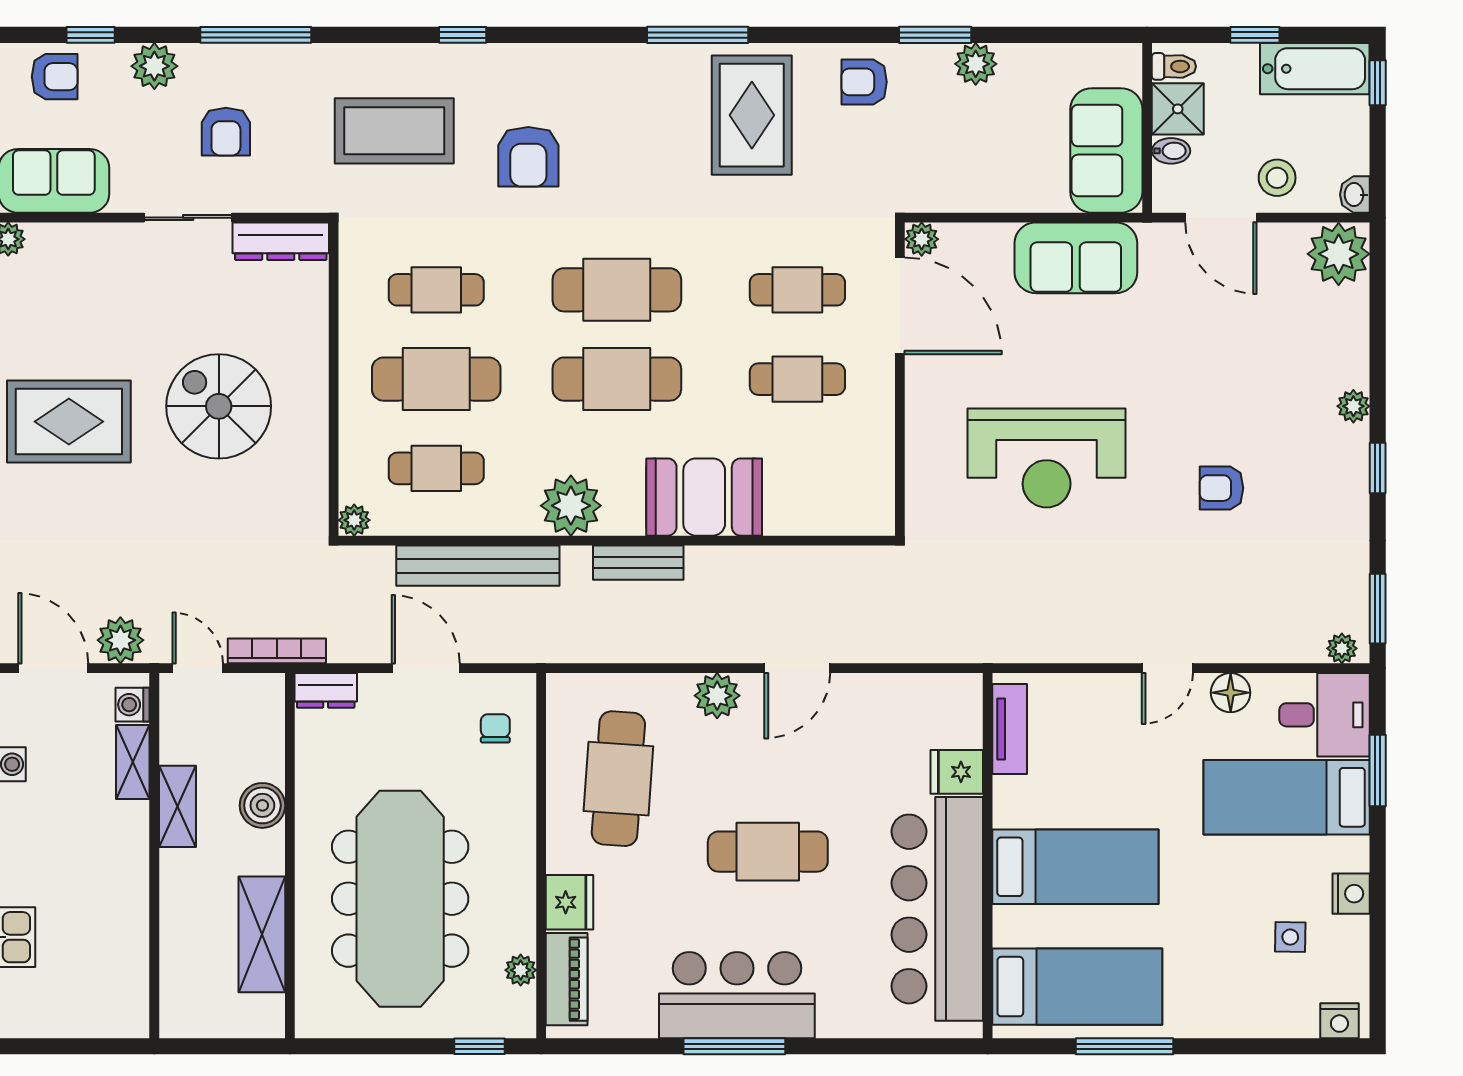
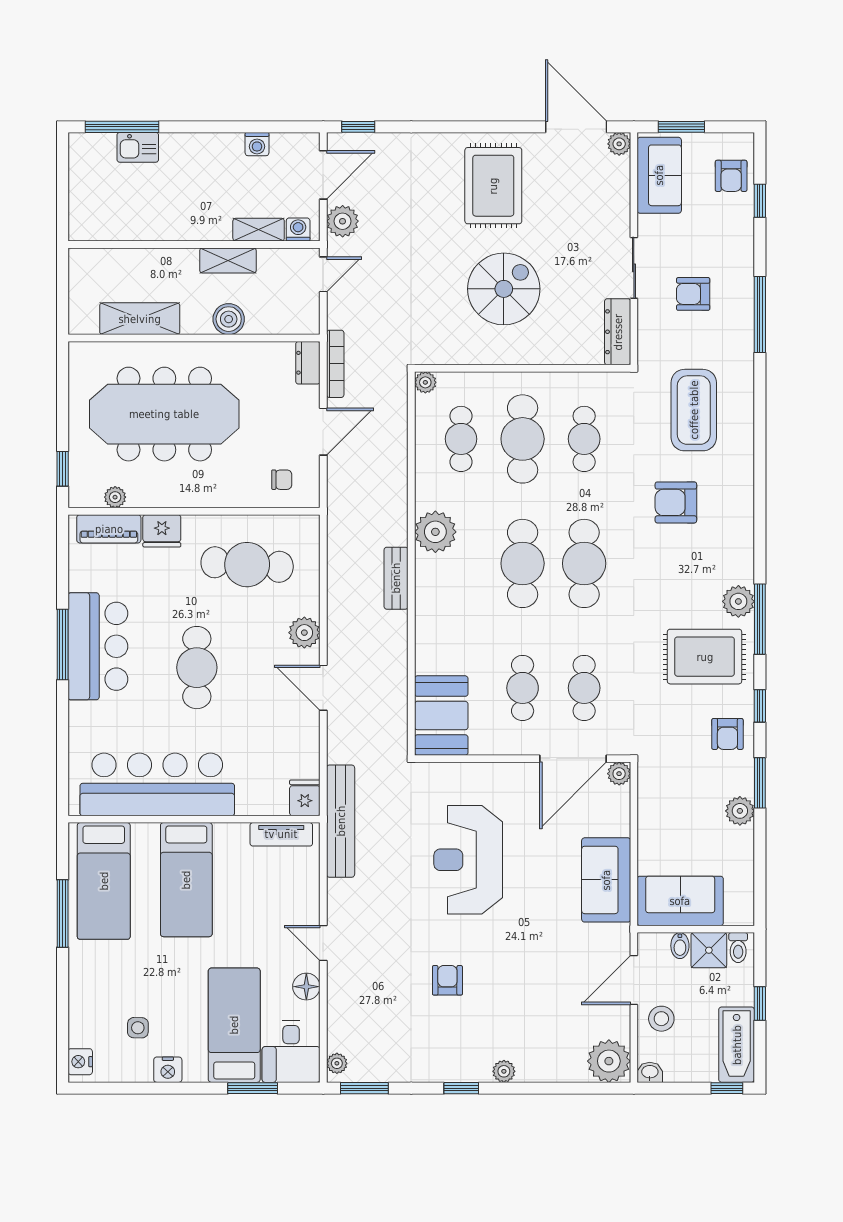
window: (463, 35) -> (760, 706), moved
plant: (154, 66) -> (738, 601), moved
armchair: (864, 82) -> (727, 734), turned 180
booth: (704, 497) -> (441, 716), moved
bench: (478, 566) -> (341, 821), moved
bookcase: (277, 651) -> (335, 364), moved
fridge: (957, 772) -> (305, 798), moved

